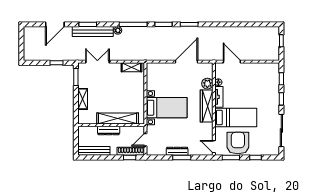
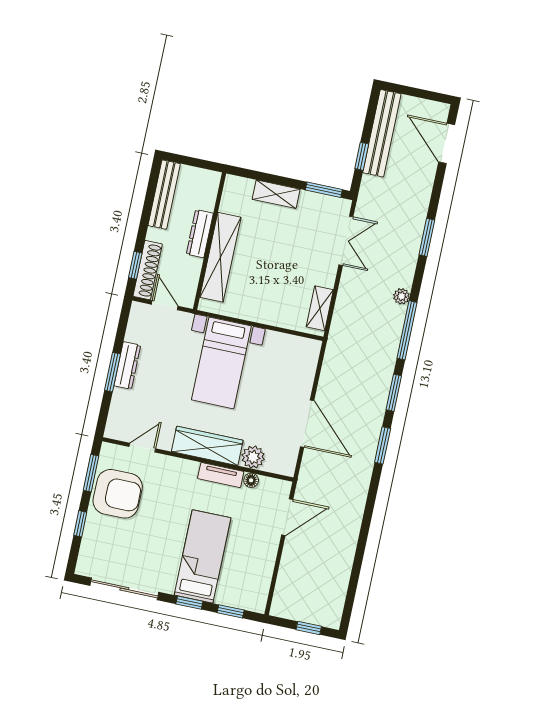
door: (55, 24) -> (447, 143), moved
bench: (93, 32) -> (382, 133), moved
bed: (236, 118) -> (203, 556), moved, turned 180
door: (214, 147) -> (142, 448), moved

